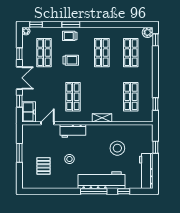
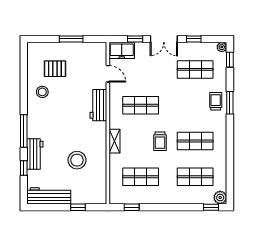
trolley: (71, 60) -> (160, 141), moved
stool: (69, 159) -> (42, 92), moved
workbench: (102, 180) -> (35, 154), width x0.53, depth x0.76

